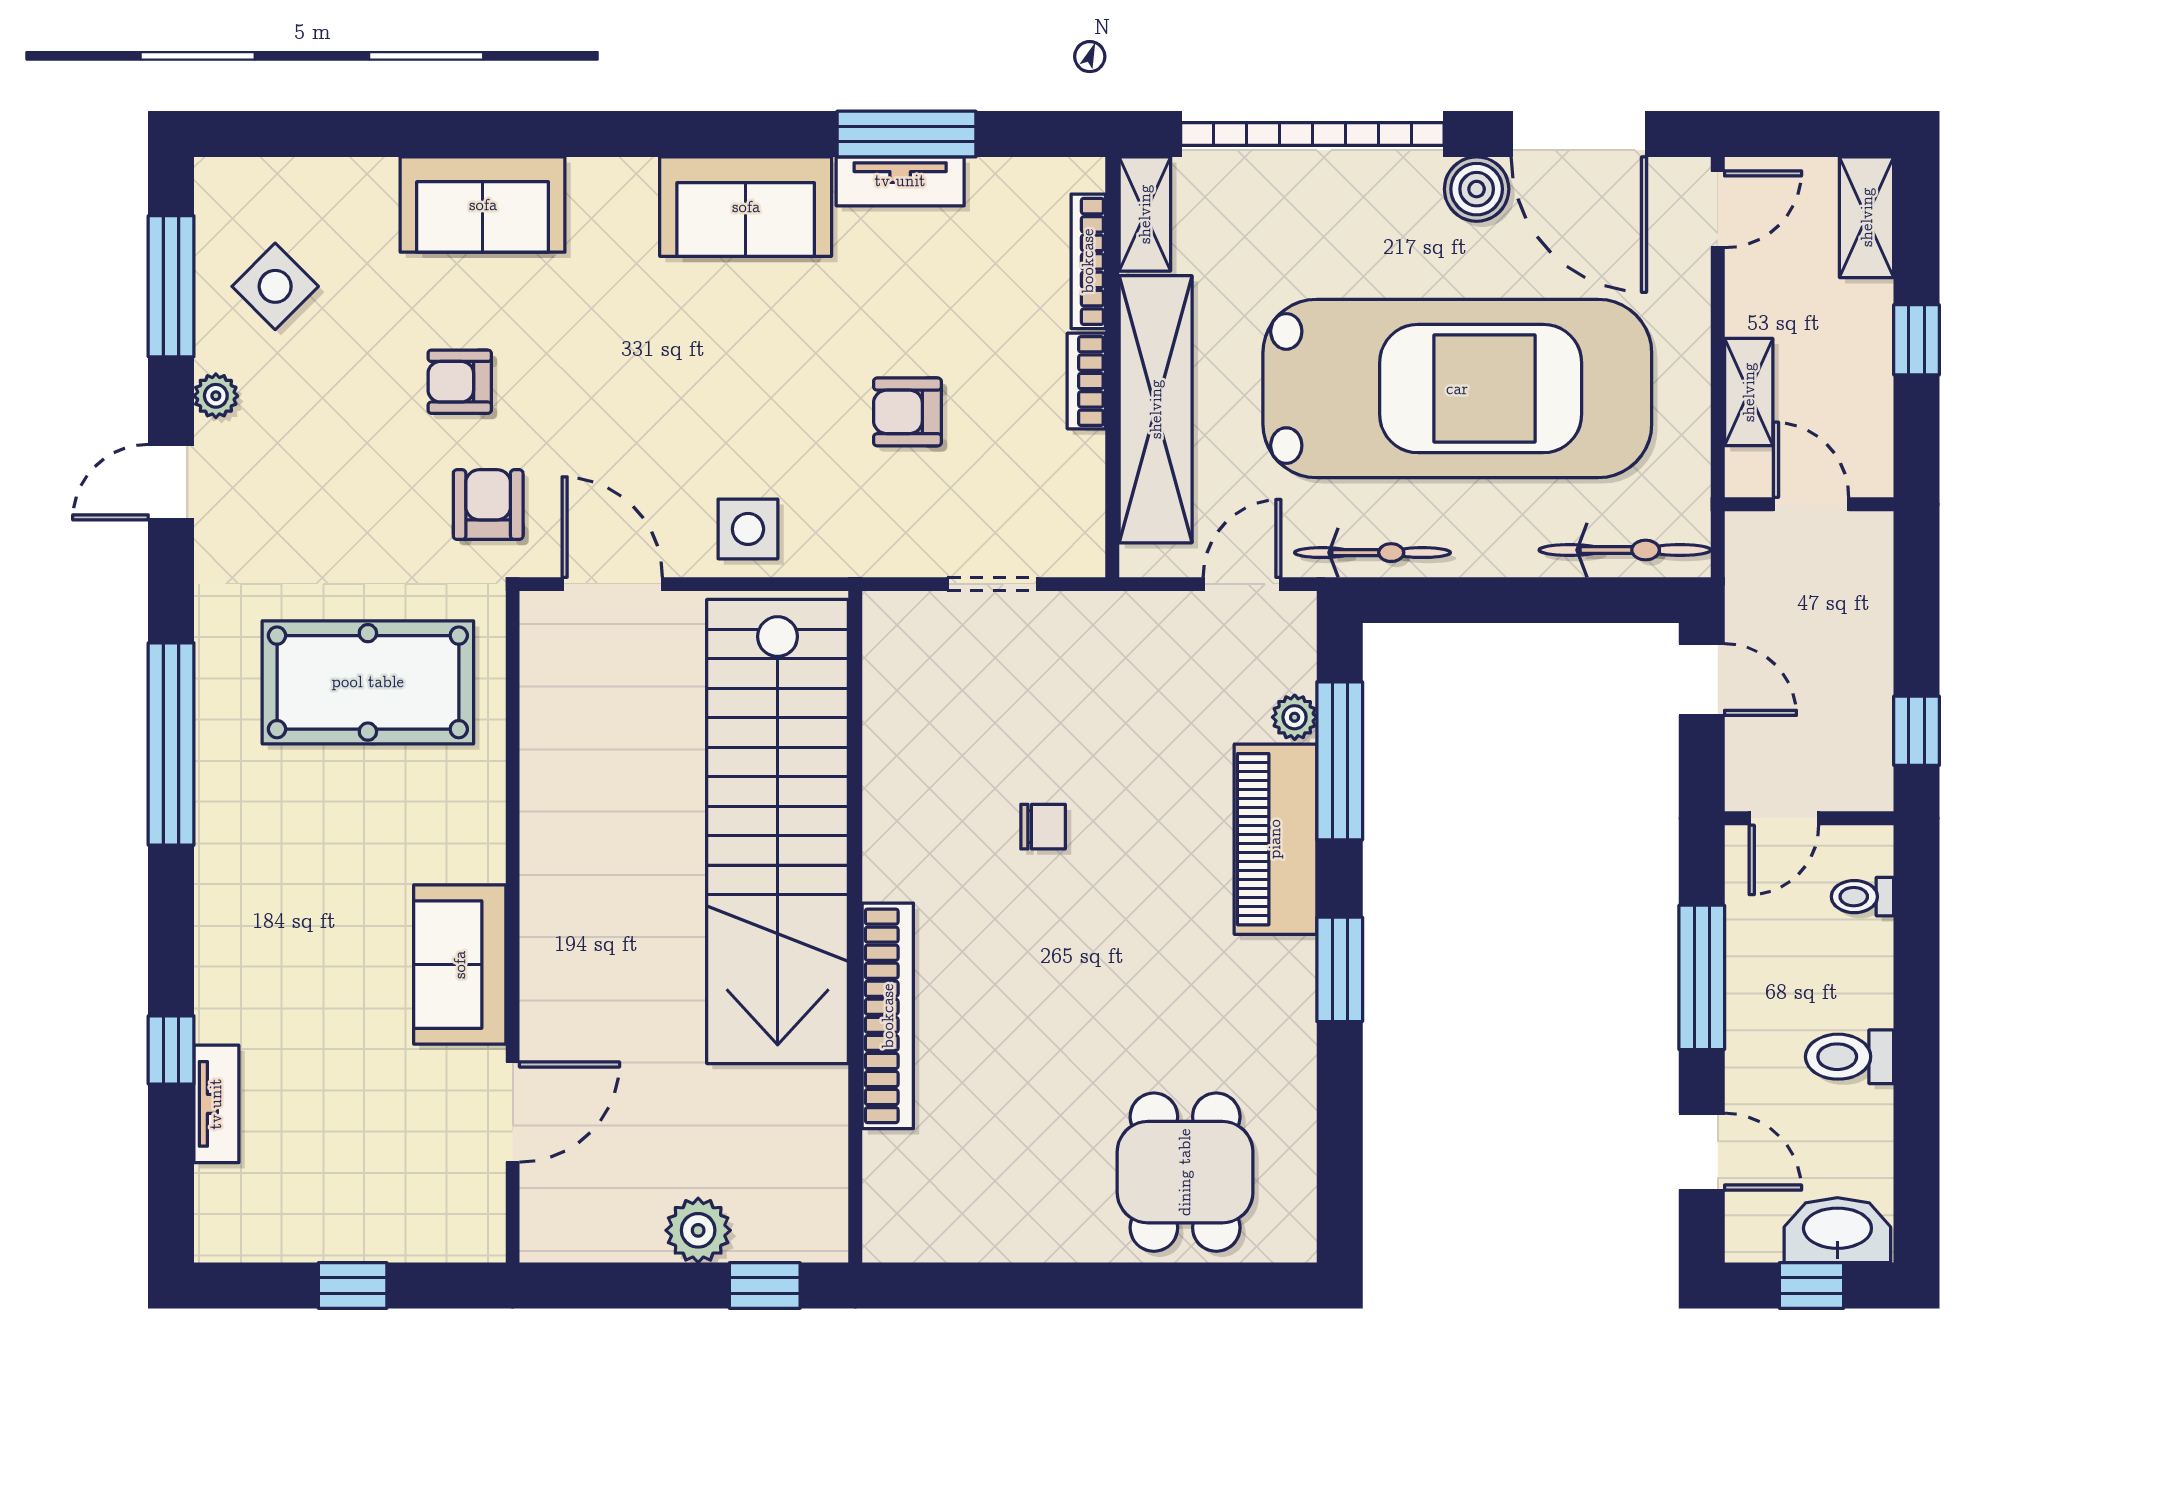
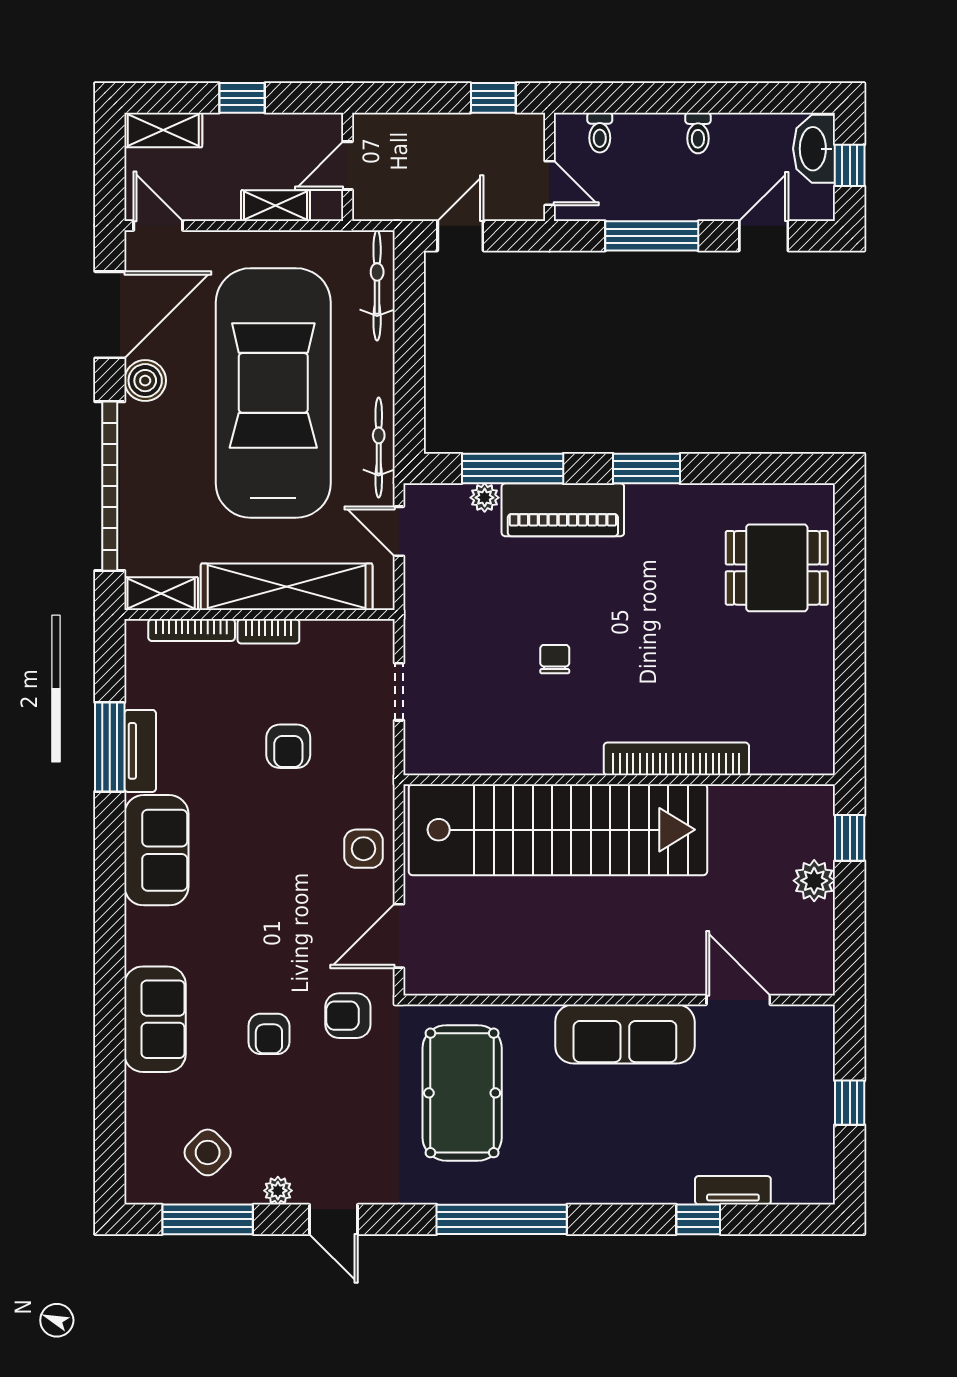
sofa: (460, 965) -> (625, 1034), width x1.36
toilet: (1850, 1057) -> (698, 133), width x0.73, depth x0.72

